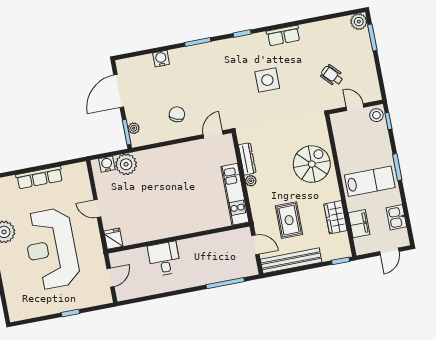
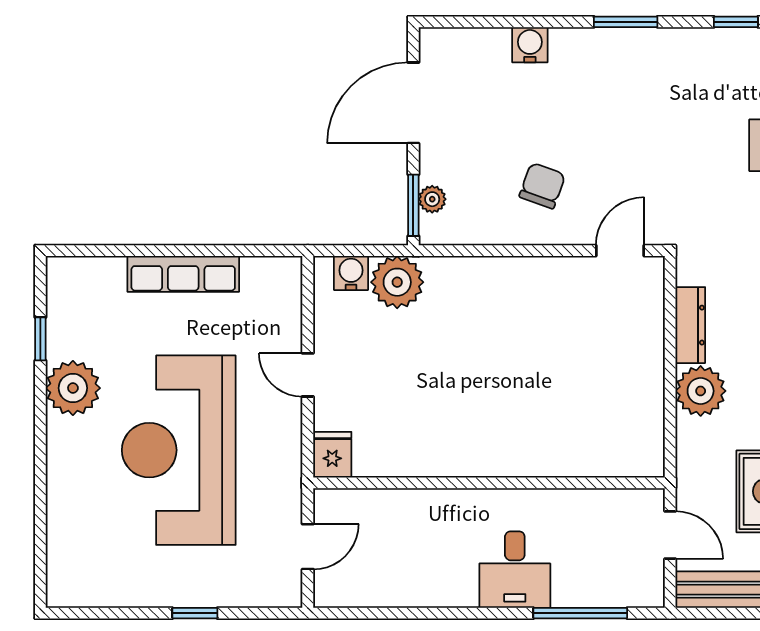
plant: (251, 181) -> (701, 391), width x1.87, depth x1.87
kitchen unit: (235, 194) -> (644, 404), removed
desk: (164, 259) -> (515, 570), moved, turned 180

